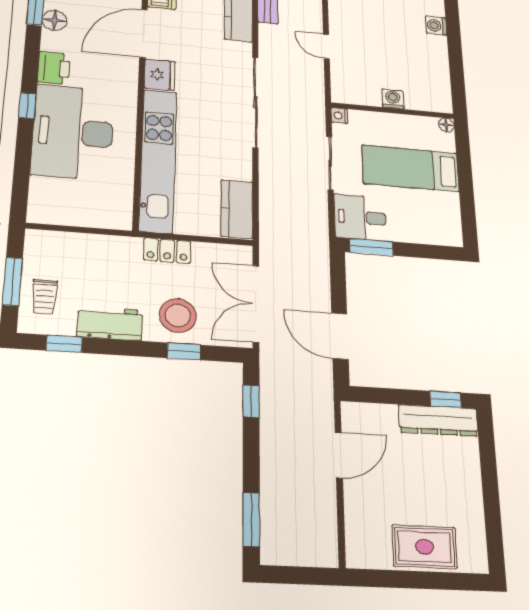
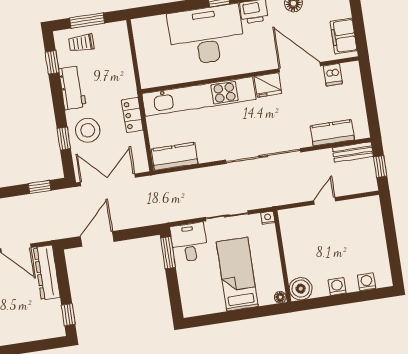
washing machine: (393, 99) -> (337, 286), moved, turned -90
boiler: (437, 99) -> (301, 289), added
dresser: (438, 420) -> (47, 272), moved

